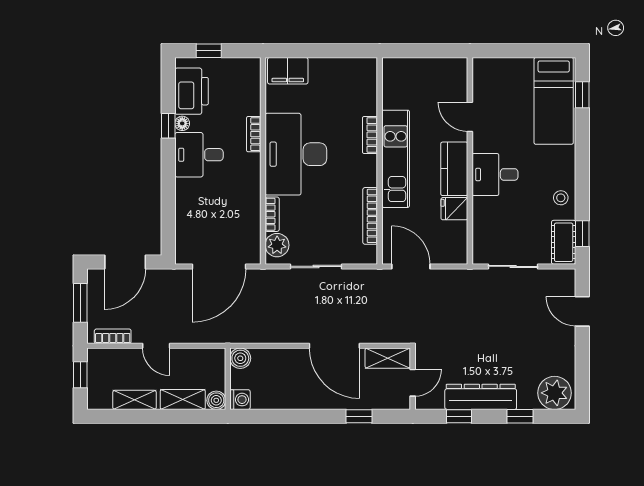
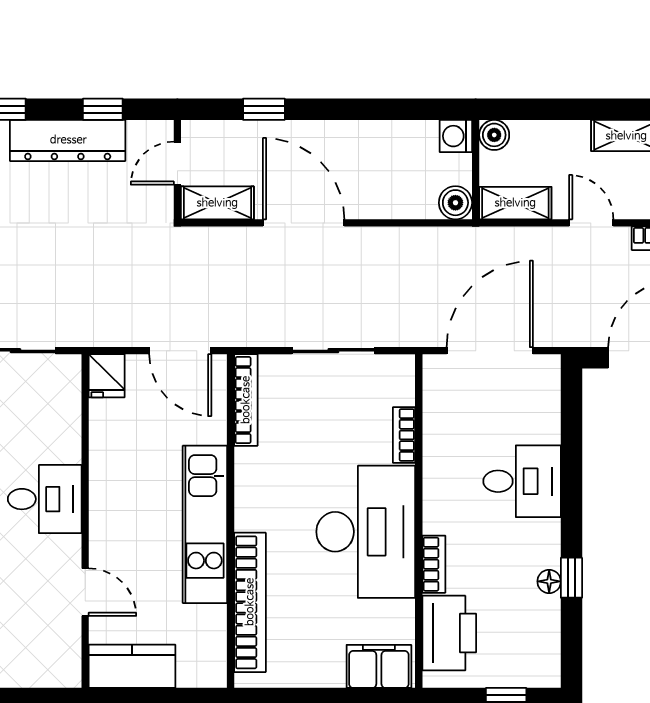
printer: (192, 91) -> (449, 633), moved, turned 180
bookcase: (370, 135) -> (250, 602), width x2.31, depth x1.31
desk: (199, 155) -> (522, 481), moved
kitchen counter: (454, 169) -> (132, 666), moved, turned -90
fridge: (454, 209) -> (107, 376), moved, turned 90
bookcase: (370, 216) -> (246, 400), moved
plant: (277, 245) -> (396, 385), removed
shelving: (183, 399) -> (515, 203), moved

